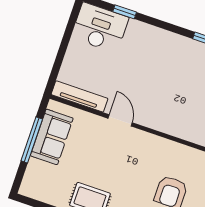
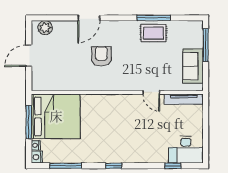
window: (32, 140) -> (206, 45), moved

